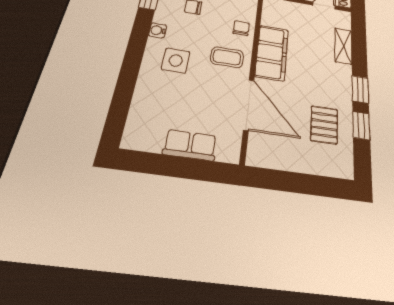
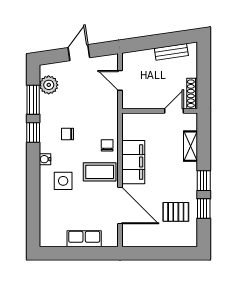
coffee table: (227, 57) -> (100, 172), width x1.36, depth x1.30
pallet: (324, 125) -> (176, 212), turned 90

